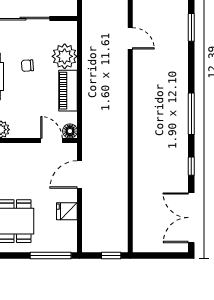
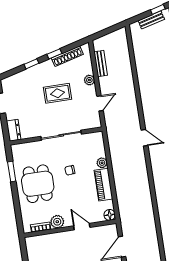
plant: (65, 56) -> (102, 163), width x0.53, depth x0.53
door: (51, 141) -> (82, 227), moved

